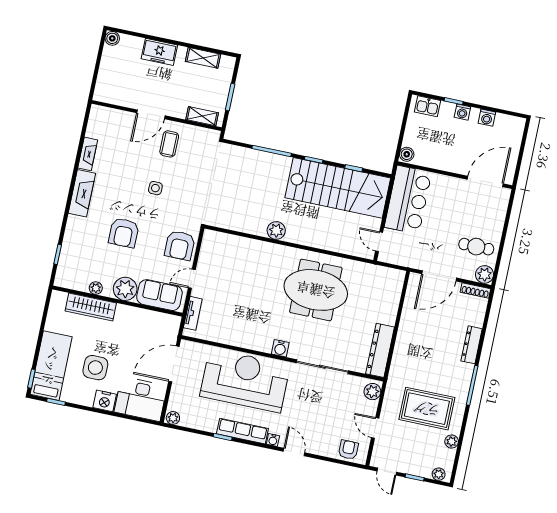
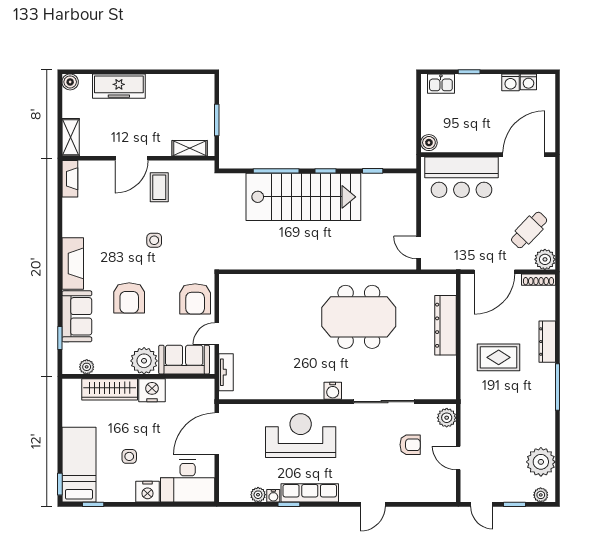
freezer: (159, 52) -> (119, 86), width x1.40
shelving: (203, 58) -> (71, 137), moved, turned 90
washing machine: (462, 112) -> (528, 82), moved
fireplace: (88, 154) -> (70, 179), moved
stairs: (338, 188) -> (303, 197), moved
bar counter: (408, 200) -> (461, 177), moved, turned 90
plant: (276, 231) -> (300, 259), removed
sofa: (76, 239) -> (77, 316), added
cafe table: (476, 247) -> (529, 230), turned -46
plant: (96, 288) -> (87, 367), moved
nightstand: (127, 315) -> (152, 390), added
dresser: (380, 350) -> (445, 325), moved
side table: (95, 368) -> (129, 456), width x0.54, depth x0.54
reception desk: (245, 381) -> (301, 436), width x0.74, depth x0.77
rug: (427, 409) -> (499, 357), moved, width x0.73, depth x0.70
plant: (173, 418) -> (258, 495), moved
water cooler: (273, 440) -> (273, 496), moved
plant: (452, 442) -> (541, 462), width x1.88, depth x1.88
armchair: (348, 450) -> (410, 445), moved, turned 90
door: (294, 452) -> (373, 504), swing flipped

